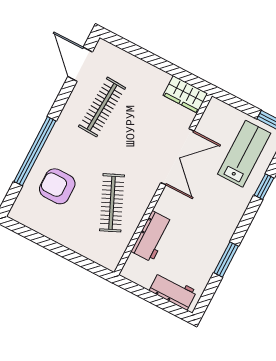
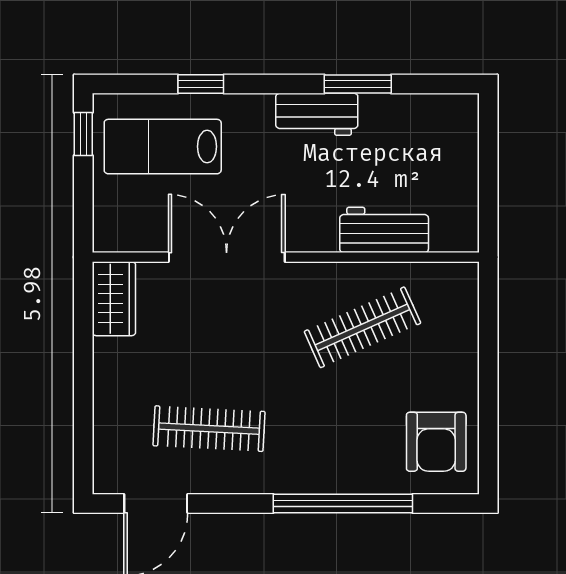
armchair: (57, 186) -> (436, 442), moved
workbench: (173, 291) -> (317, 114), moved, turned -90

